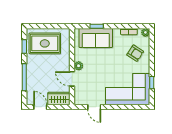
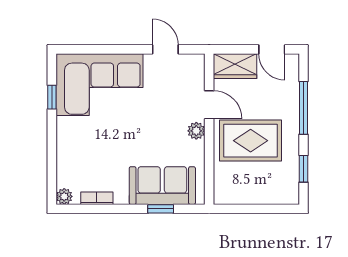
rug: (45, 43) -> (251, 141), moved
armchair: (135, 53) -> (84, 156), removed

